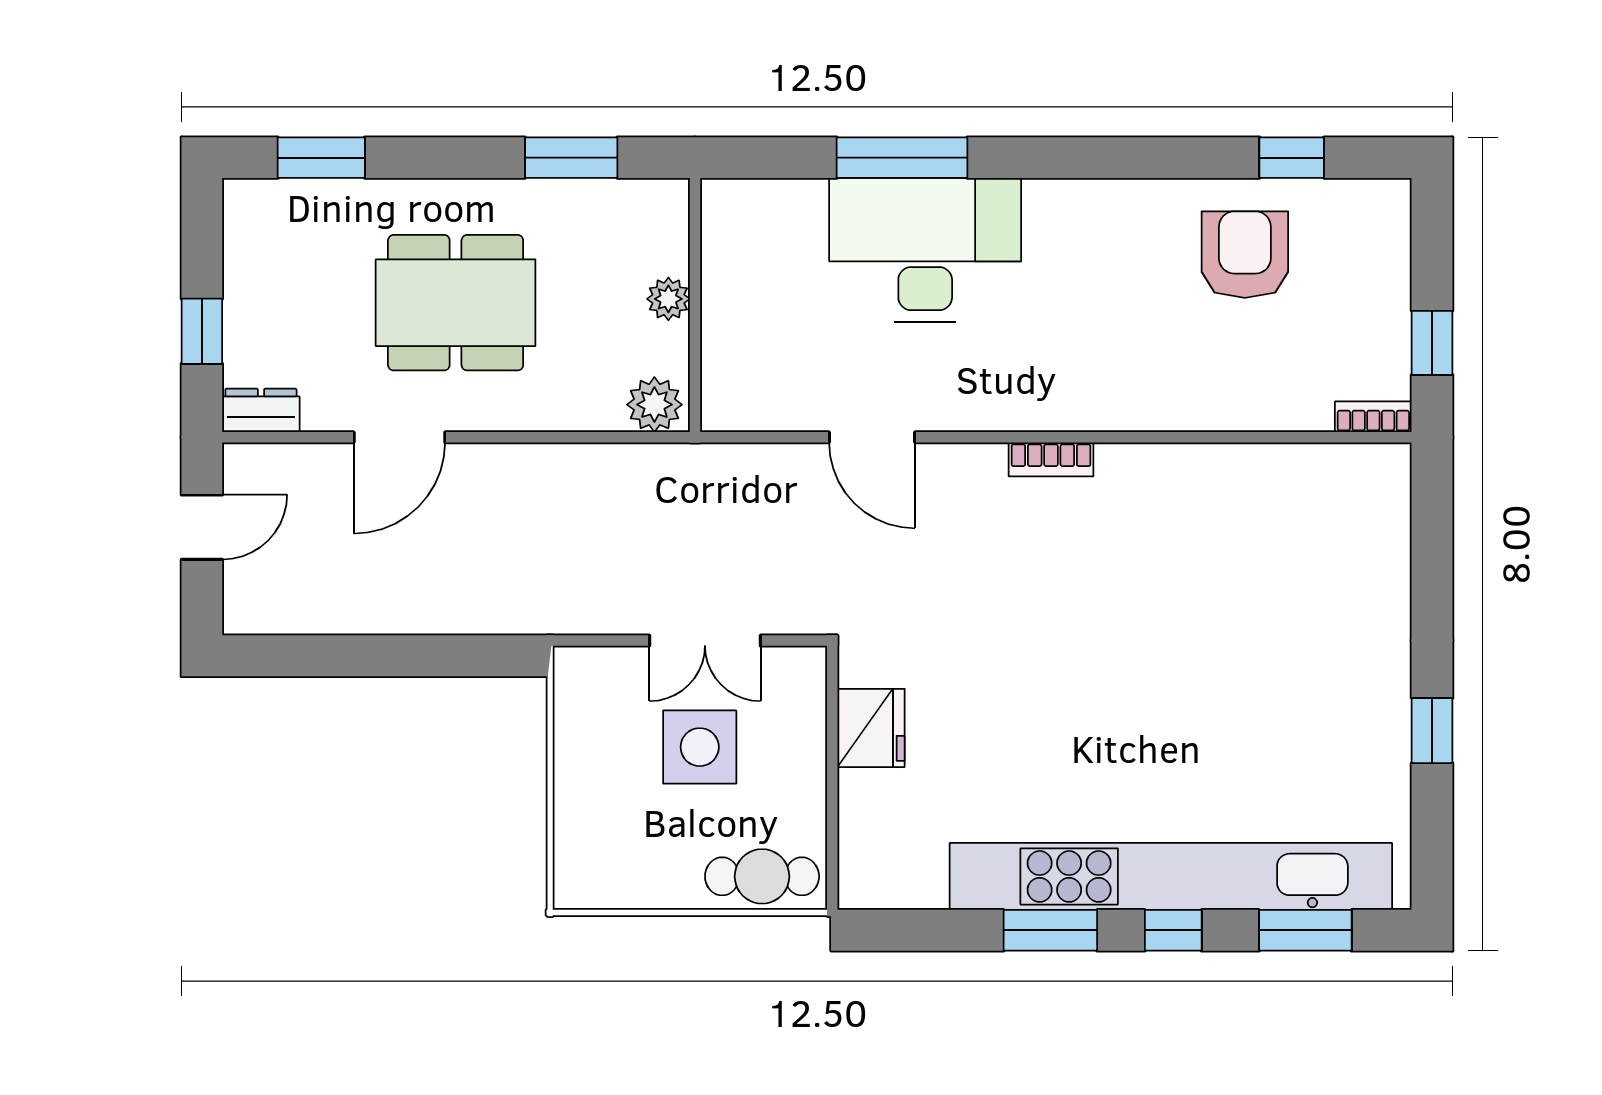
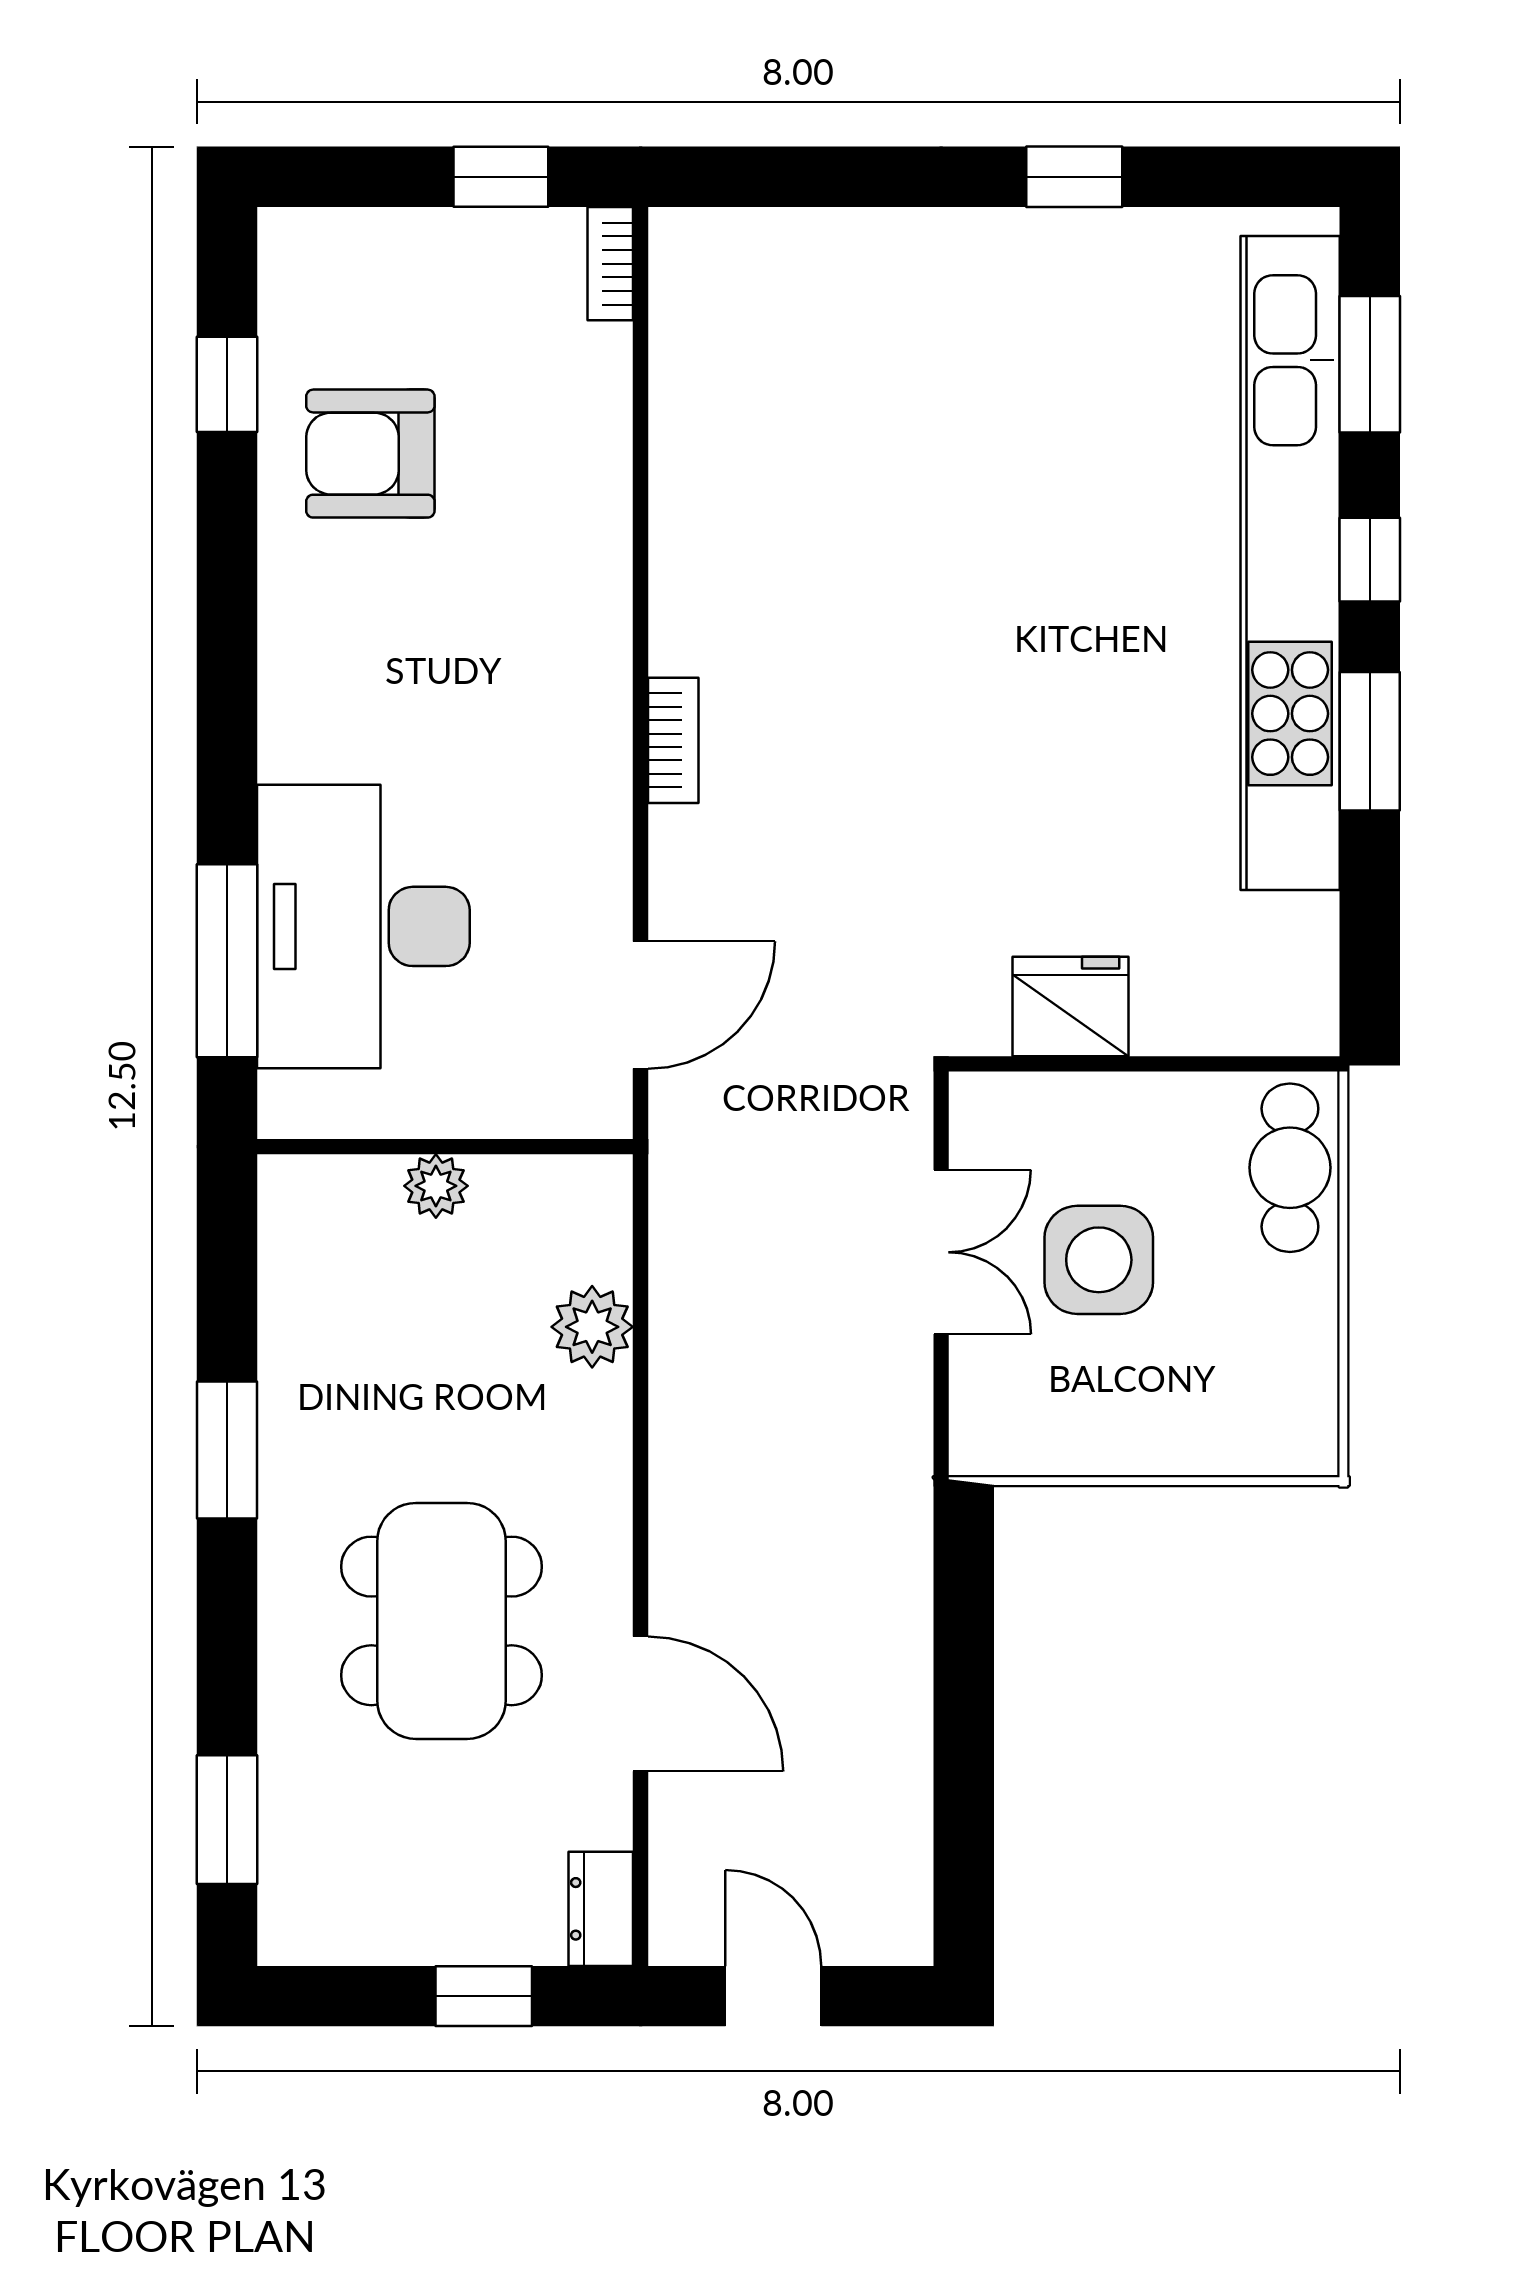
plant: (668, 299) -> (436, 1186), moved
wall: (695, 305) -> (445, 1147), moved

